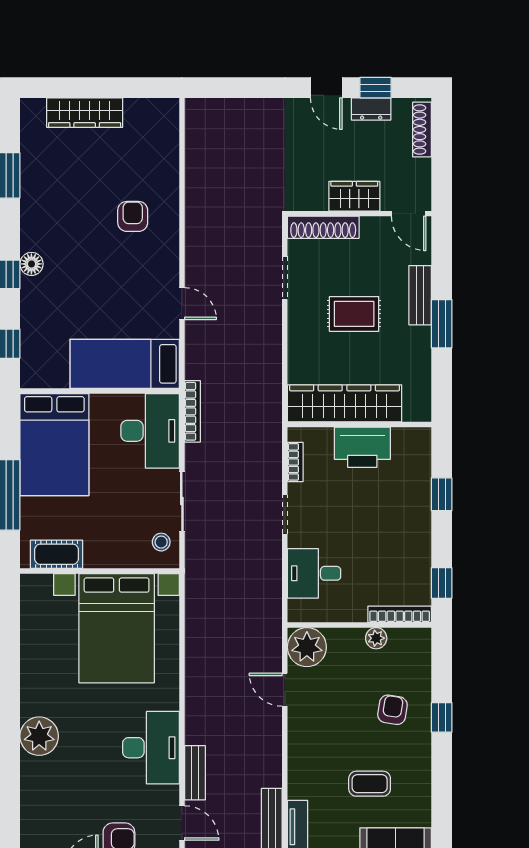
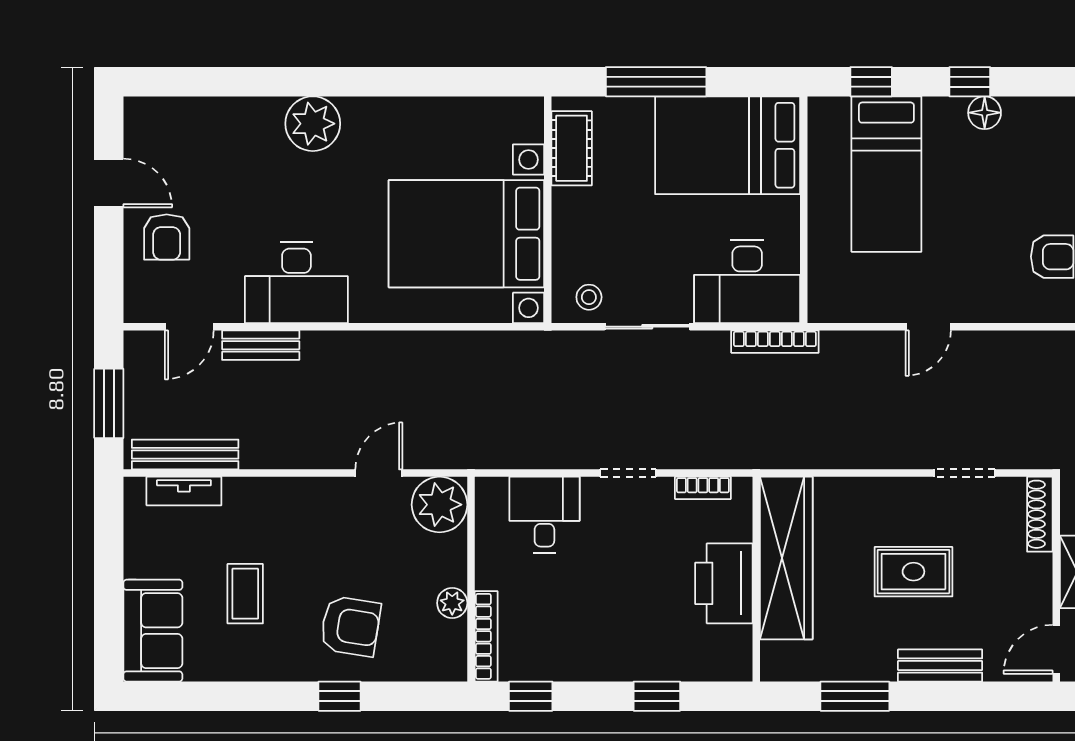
shoe rack: (323, 227) -> (1040, 514), width x0.74, depth x0.81
rug: (354, 314) -> (913, 572), turned 90
window: (442, 324) -> (855, 696), moved
bed: (125, 364) -> (886, 174), moved, turned 180
armchair: (392, 710) -> (350, 626), width x1.38, depth x1.38

